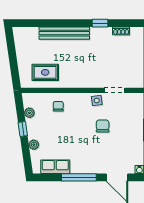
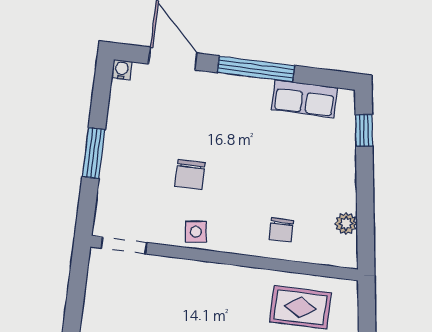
doorway: (115, 90) -> (124, 245), moved
window: (23, 129) -> (364, 130), moved
plant: (34, 145) -> (345, 153), removed

